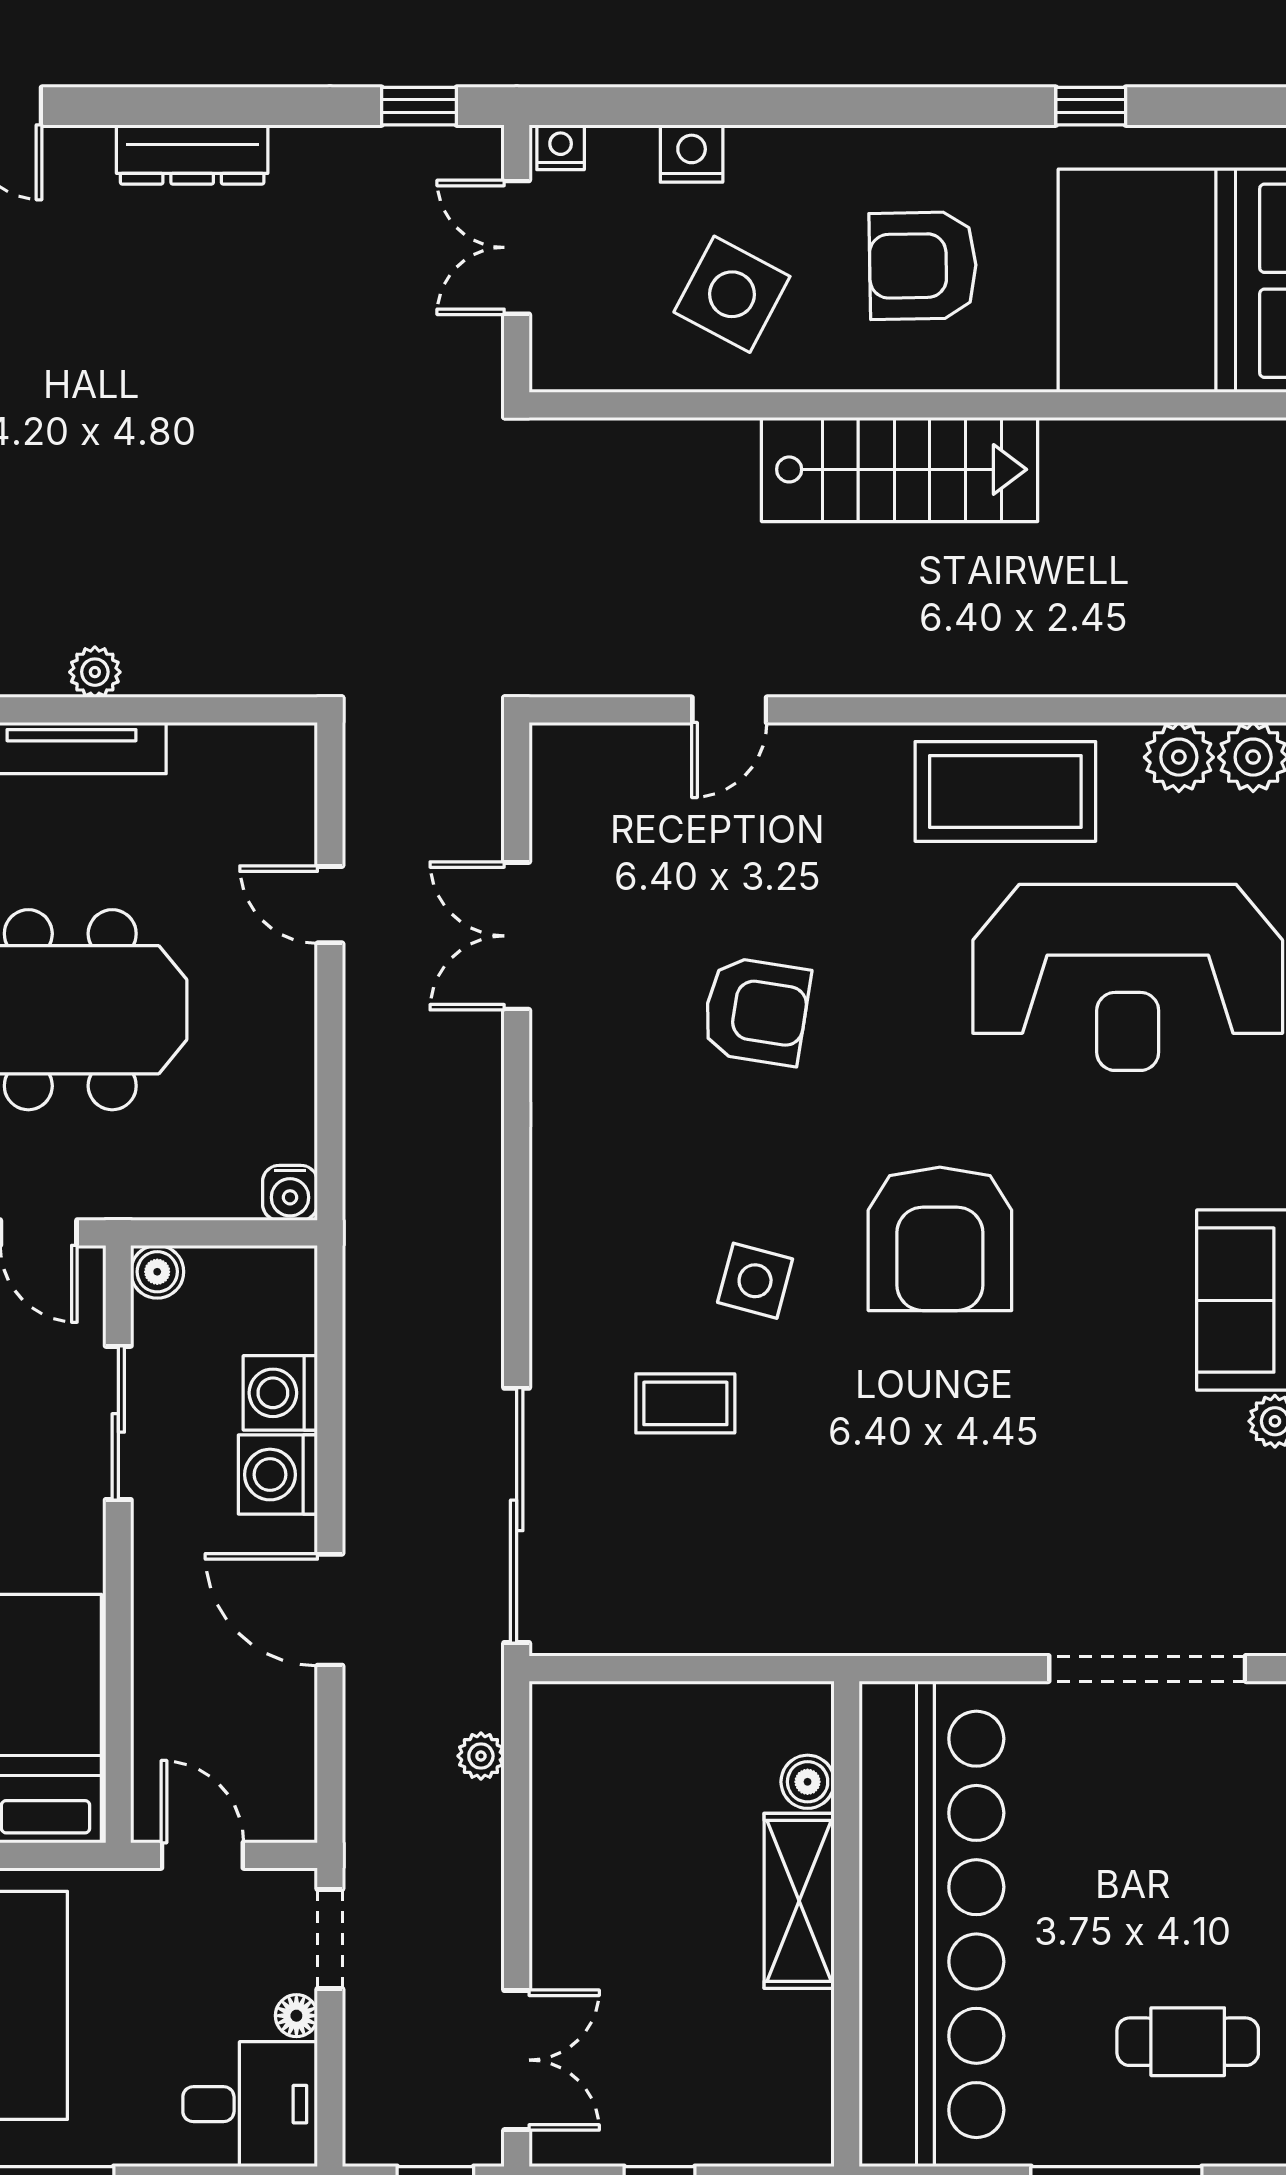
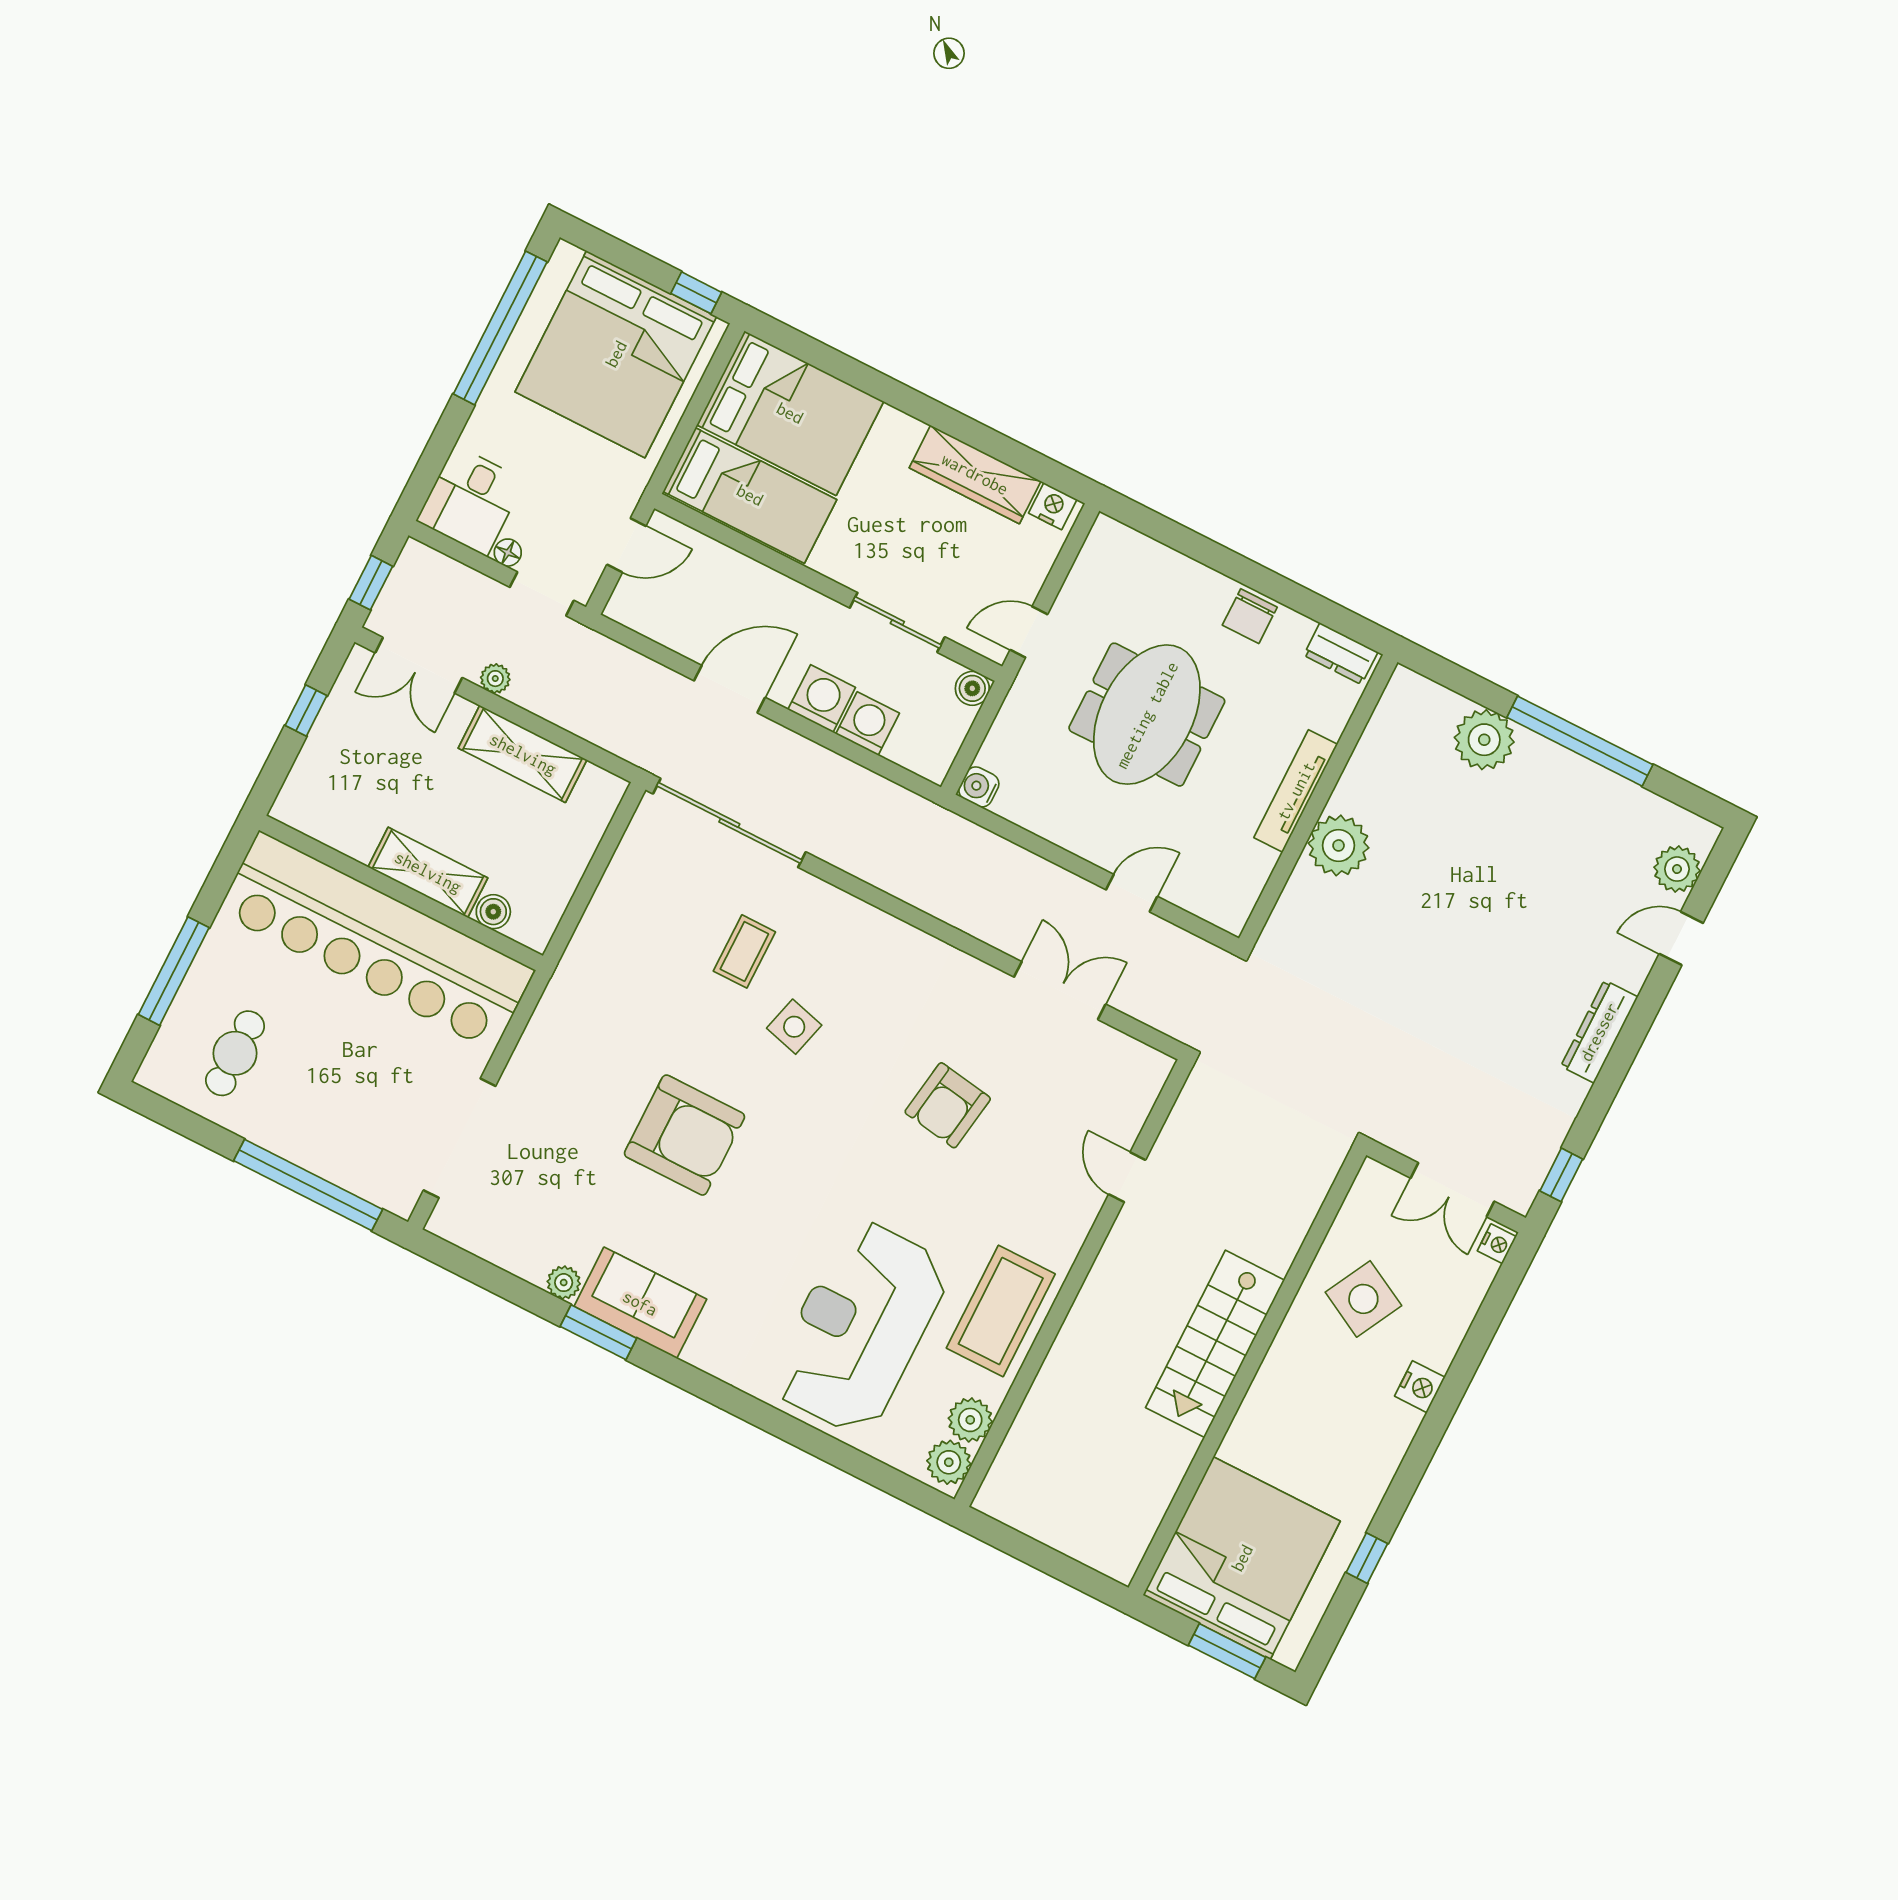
nightstand: (692, 154) -> (1420, 1387), moved
double door: (517, 247) -> (1452, 1190), swing flipped
armchair: (923, 266) -> (1324, 1416), removed
plant: (95, 672) -> (1339, 845), width x1.87, depth x1.87
armchair: (940, 1239) -> (684, 1135), moved, turned 180
plant: (481, 1756) -> (495, 679), moved
shelving: (567, 1853) -> (523, 754), added

